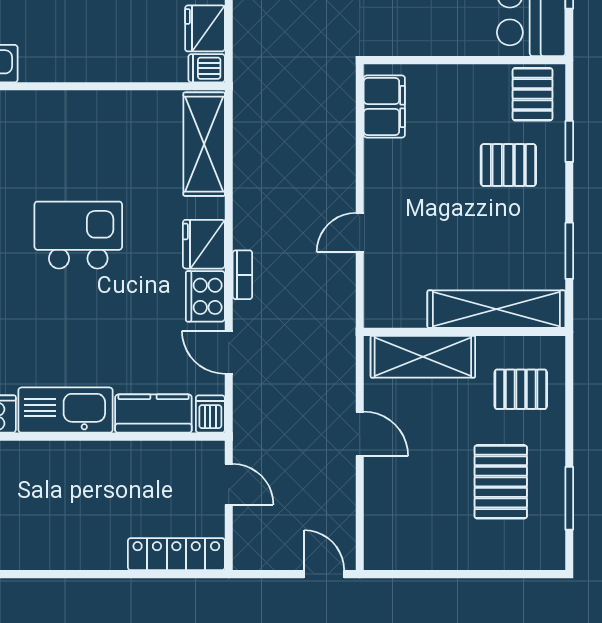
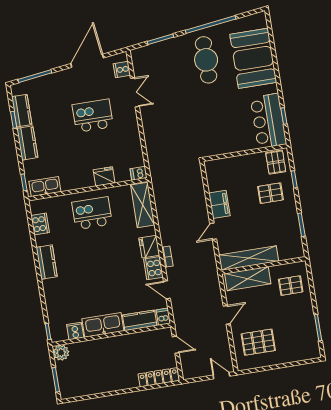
fridge: (205, 28) -> (104, 176), moved, turned 90
filing cabinet: (384, 106) -> (219, 204), moved
kitchen island: (78, 235) -> (92, 213), moved
shelving: (496, 309) -> (249, 258), moved
door: (360, 434) -> (227, 315), hinge flipped
pallet: (501, 482) -> (258, 342), moved, turned 90

